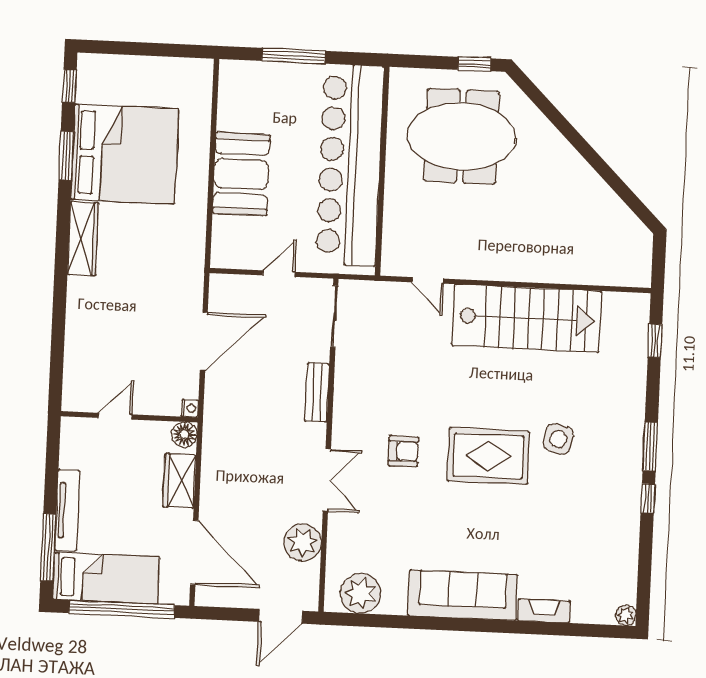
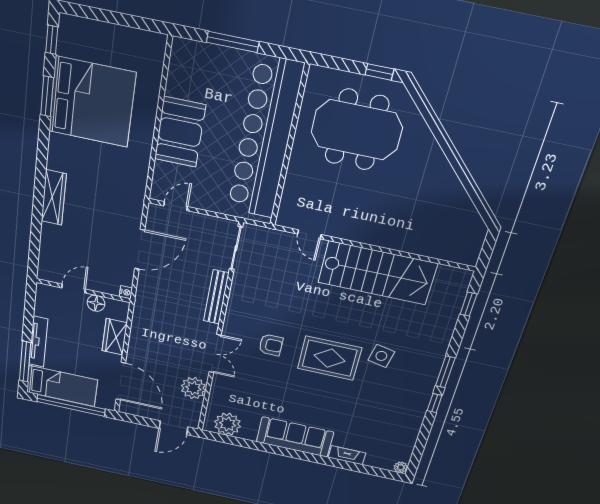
wardrobe: (83, 239) -> (54, 198), moved
door: (279, 274) -> (176, 206), moved
bench: (317, 392) -> (216, 297), width x1.36
floor lamp: (184, 435) -> (96, 303), moved

